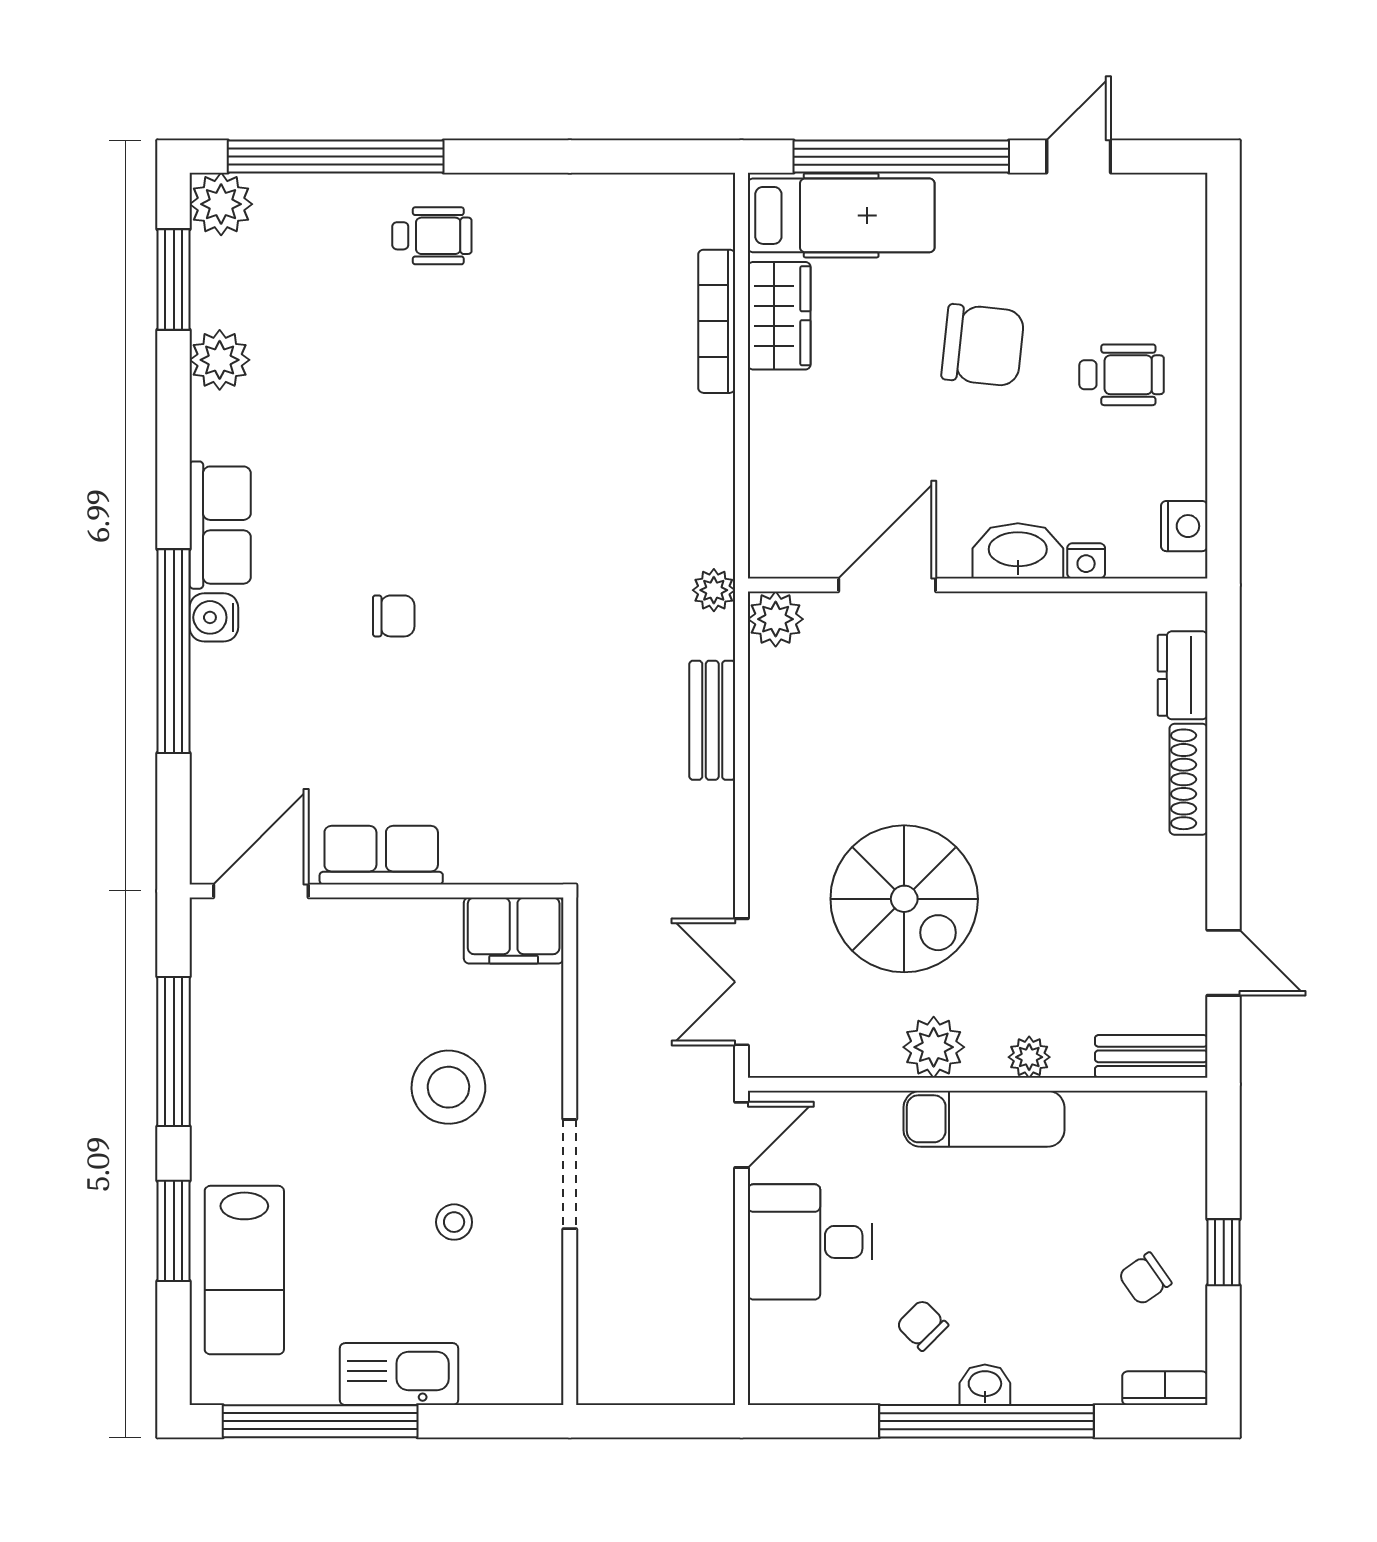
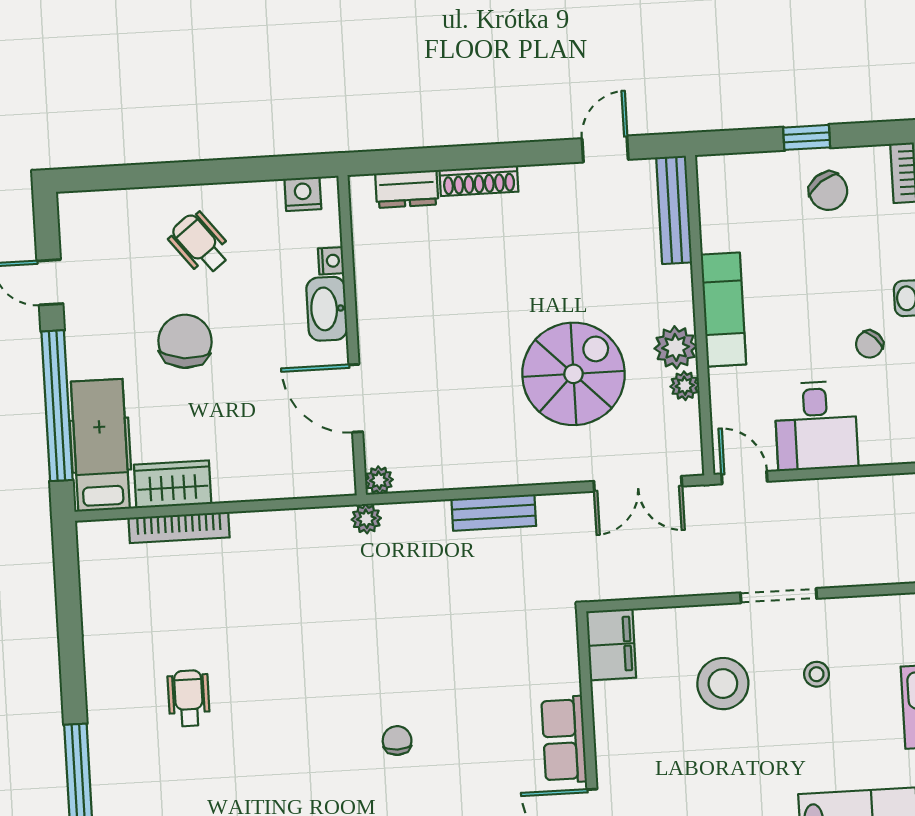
wheelchair: (432, 236) -> (189, 698), moved
wheelchair: (1122, 375) -> (200, 244), turned -38
plant: (776, 619) -> (379, 480), width x0.73, depth x0.73
bench: (712, 720) -> (494, 513), moved
bench: (1151, 1056) -> (674, 210), width x1.36
plant: (1029, 1057) -> (685, 386), moved
chair: (1145, 1279) -> (828, 191), width x1.37, depth x1.37

